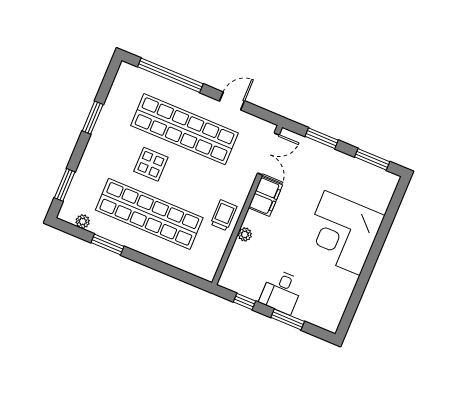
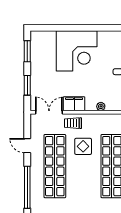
display table: (151, 164) -> (83, 146), moved
trolley: (224, 215) -> (73, 123), moved

